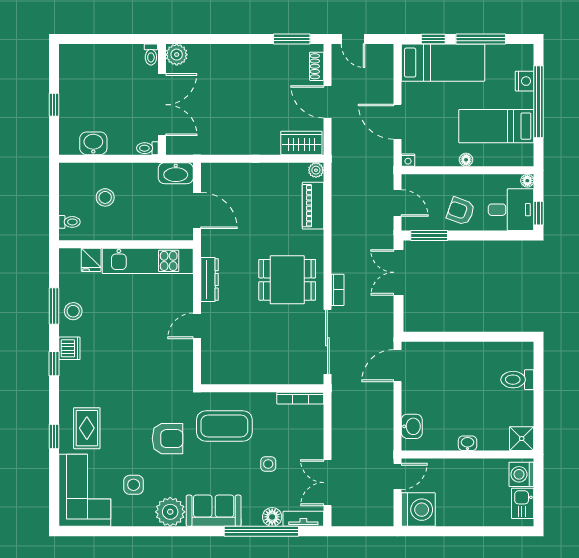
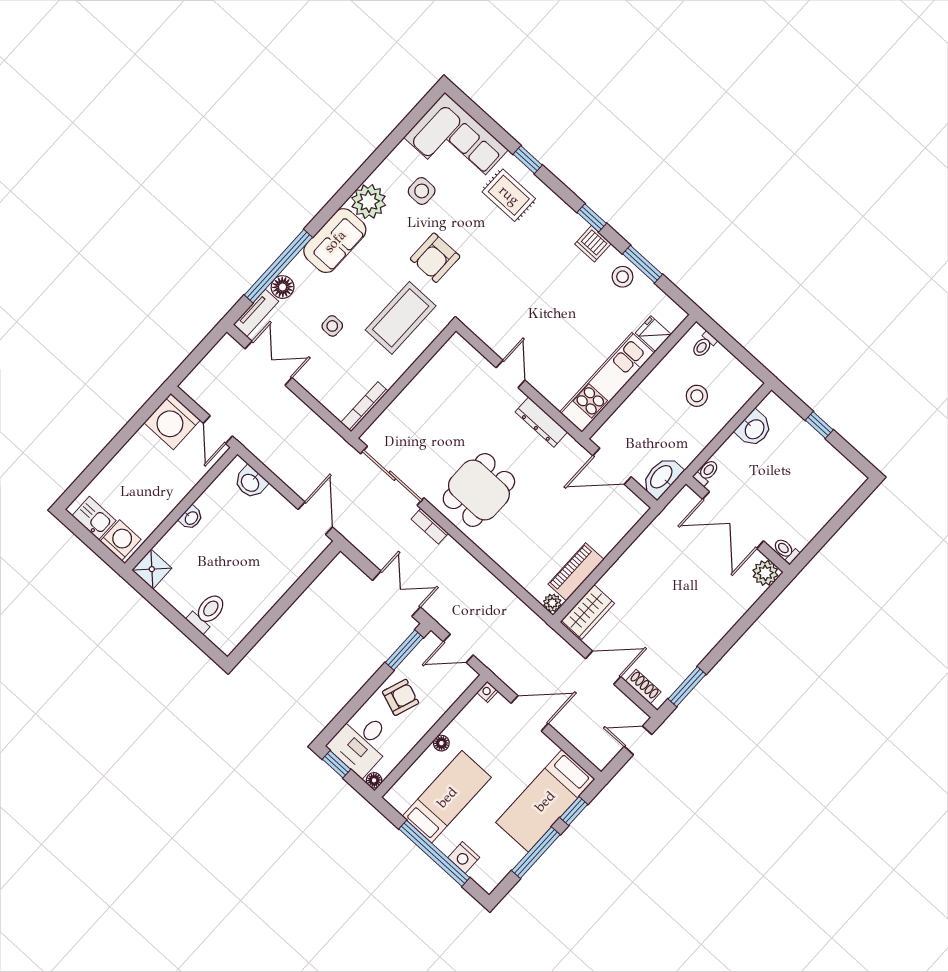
piano: (313, 206) -> (576, 572), moved, turned -90

